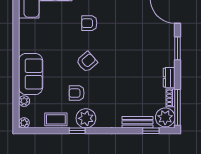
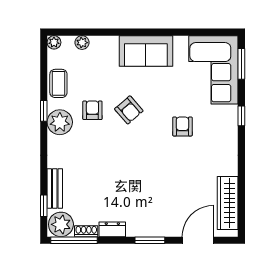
armchair: (87, 62) -> (129, 110), moved
sofa: (31, 74) -> (146, 51), moved

